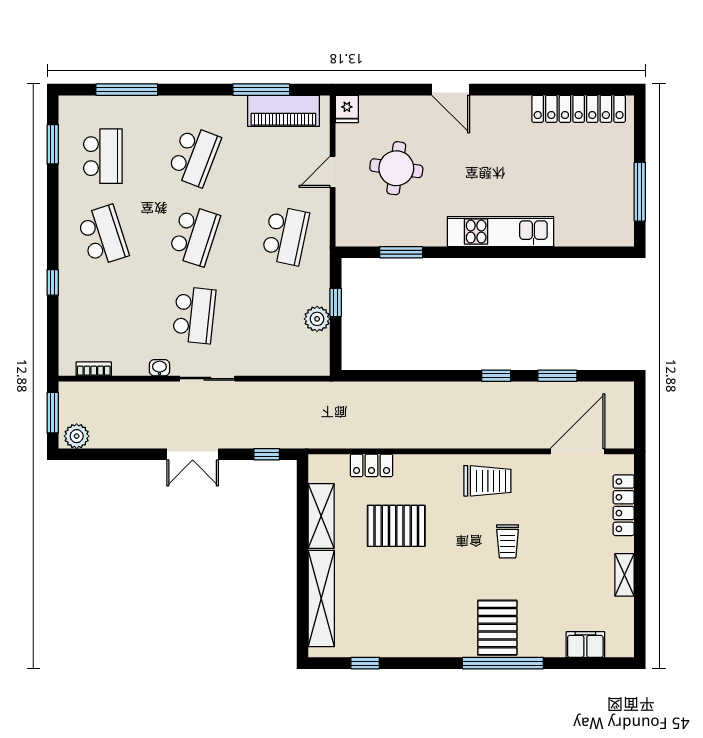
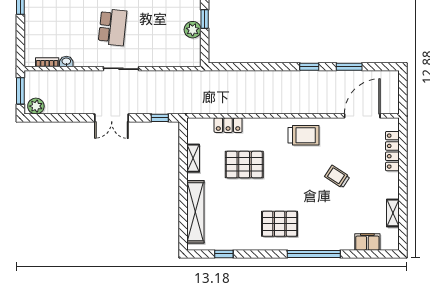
washbasin: (159, 368) -> (66, 62), moved
shelving: (321, 516) -> (193, 158), width x0.67, depth x0.75
trolley: (508, 541) -> (337, 177), moved, turned 123
shelving: (625, 575) -> (393, 213), moved
pallet: (497, 628) -> (280, 224), moved, turned 90

